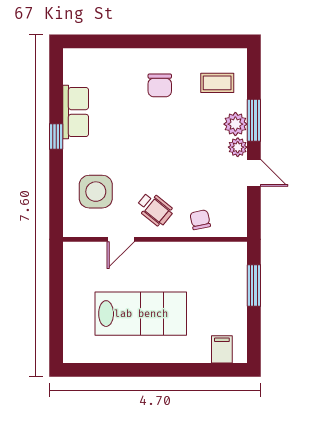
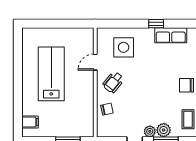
door: (121, 239) -> (95, 62), hinge flipped
lab bench: (141, 314) -> (51, 74), turned 180

